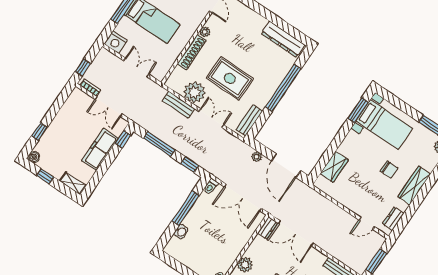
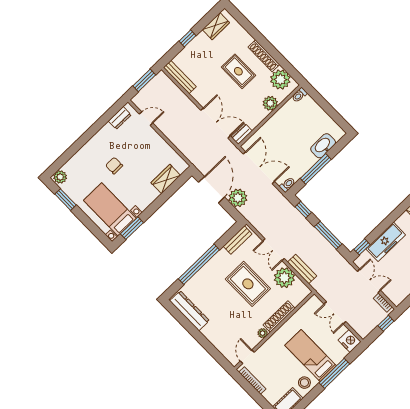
plant: (257, 157) -> (238, 198), width x1.88, depth x1.88
wardrobe: (414, 185) -> (93, 145), removed
washbasin: (181, 232) -> (323, 146), width x1.91, depth x1.45

